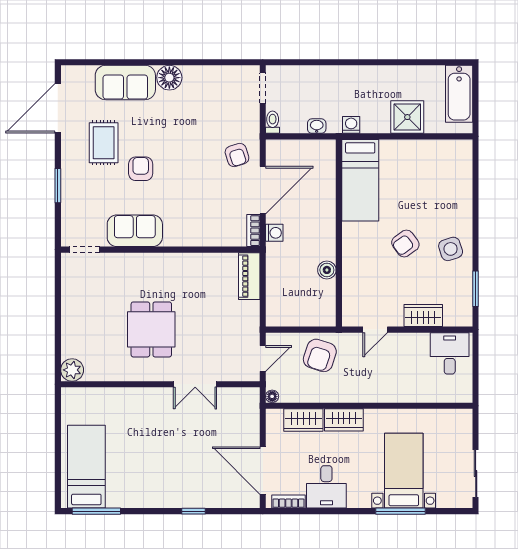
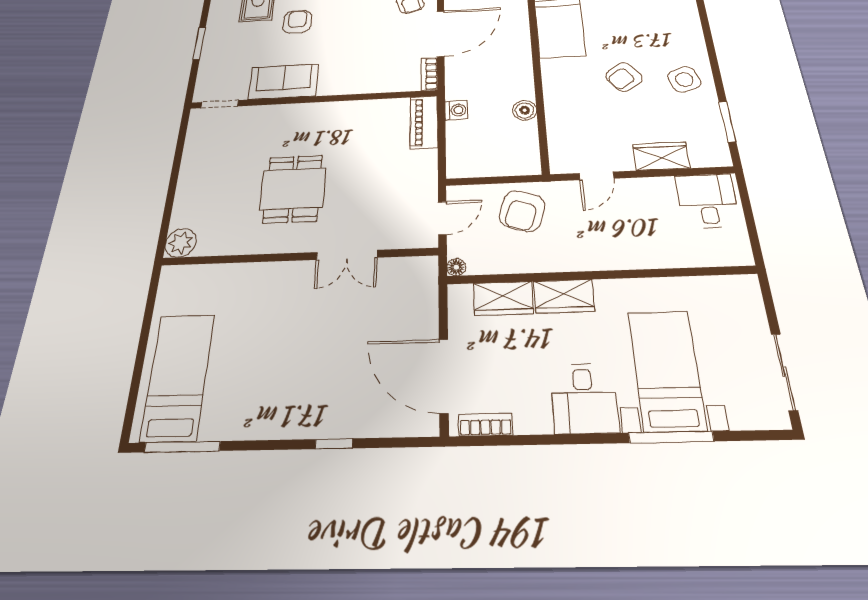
washing machine: (274, 233) -> (456, 110), moved
desk: (326, 487) -> (584, 398), moved

